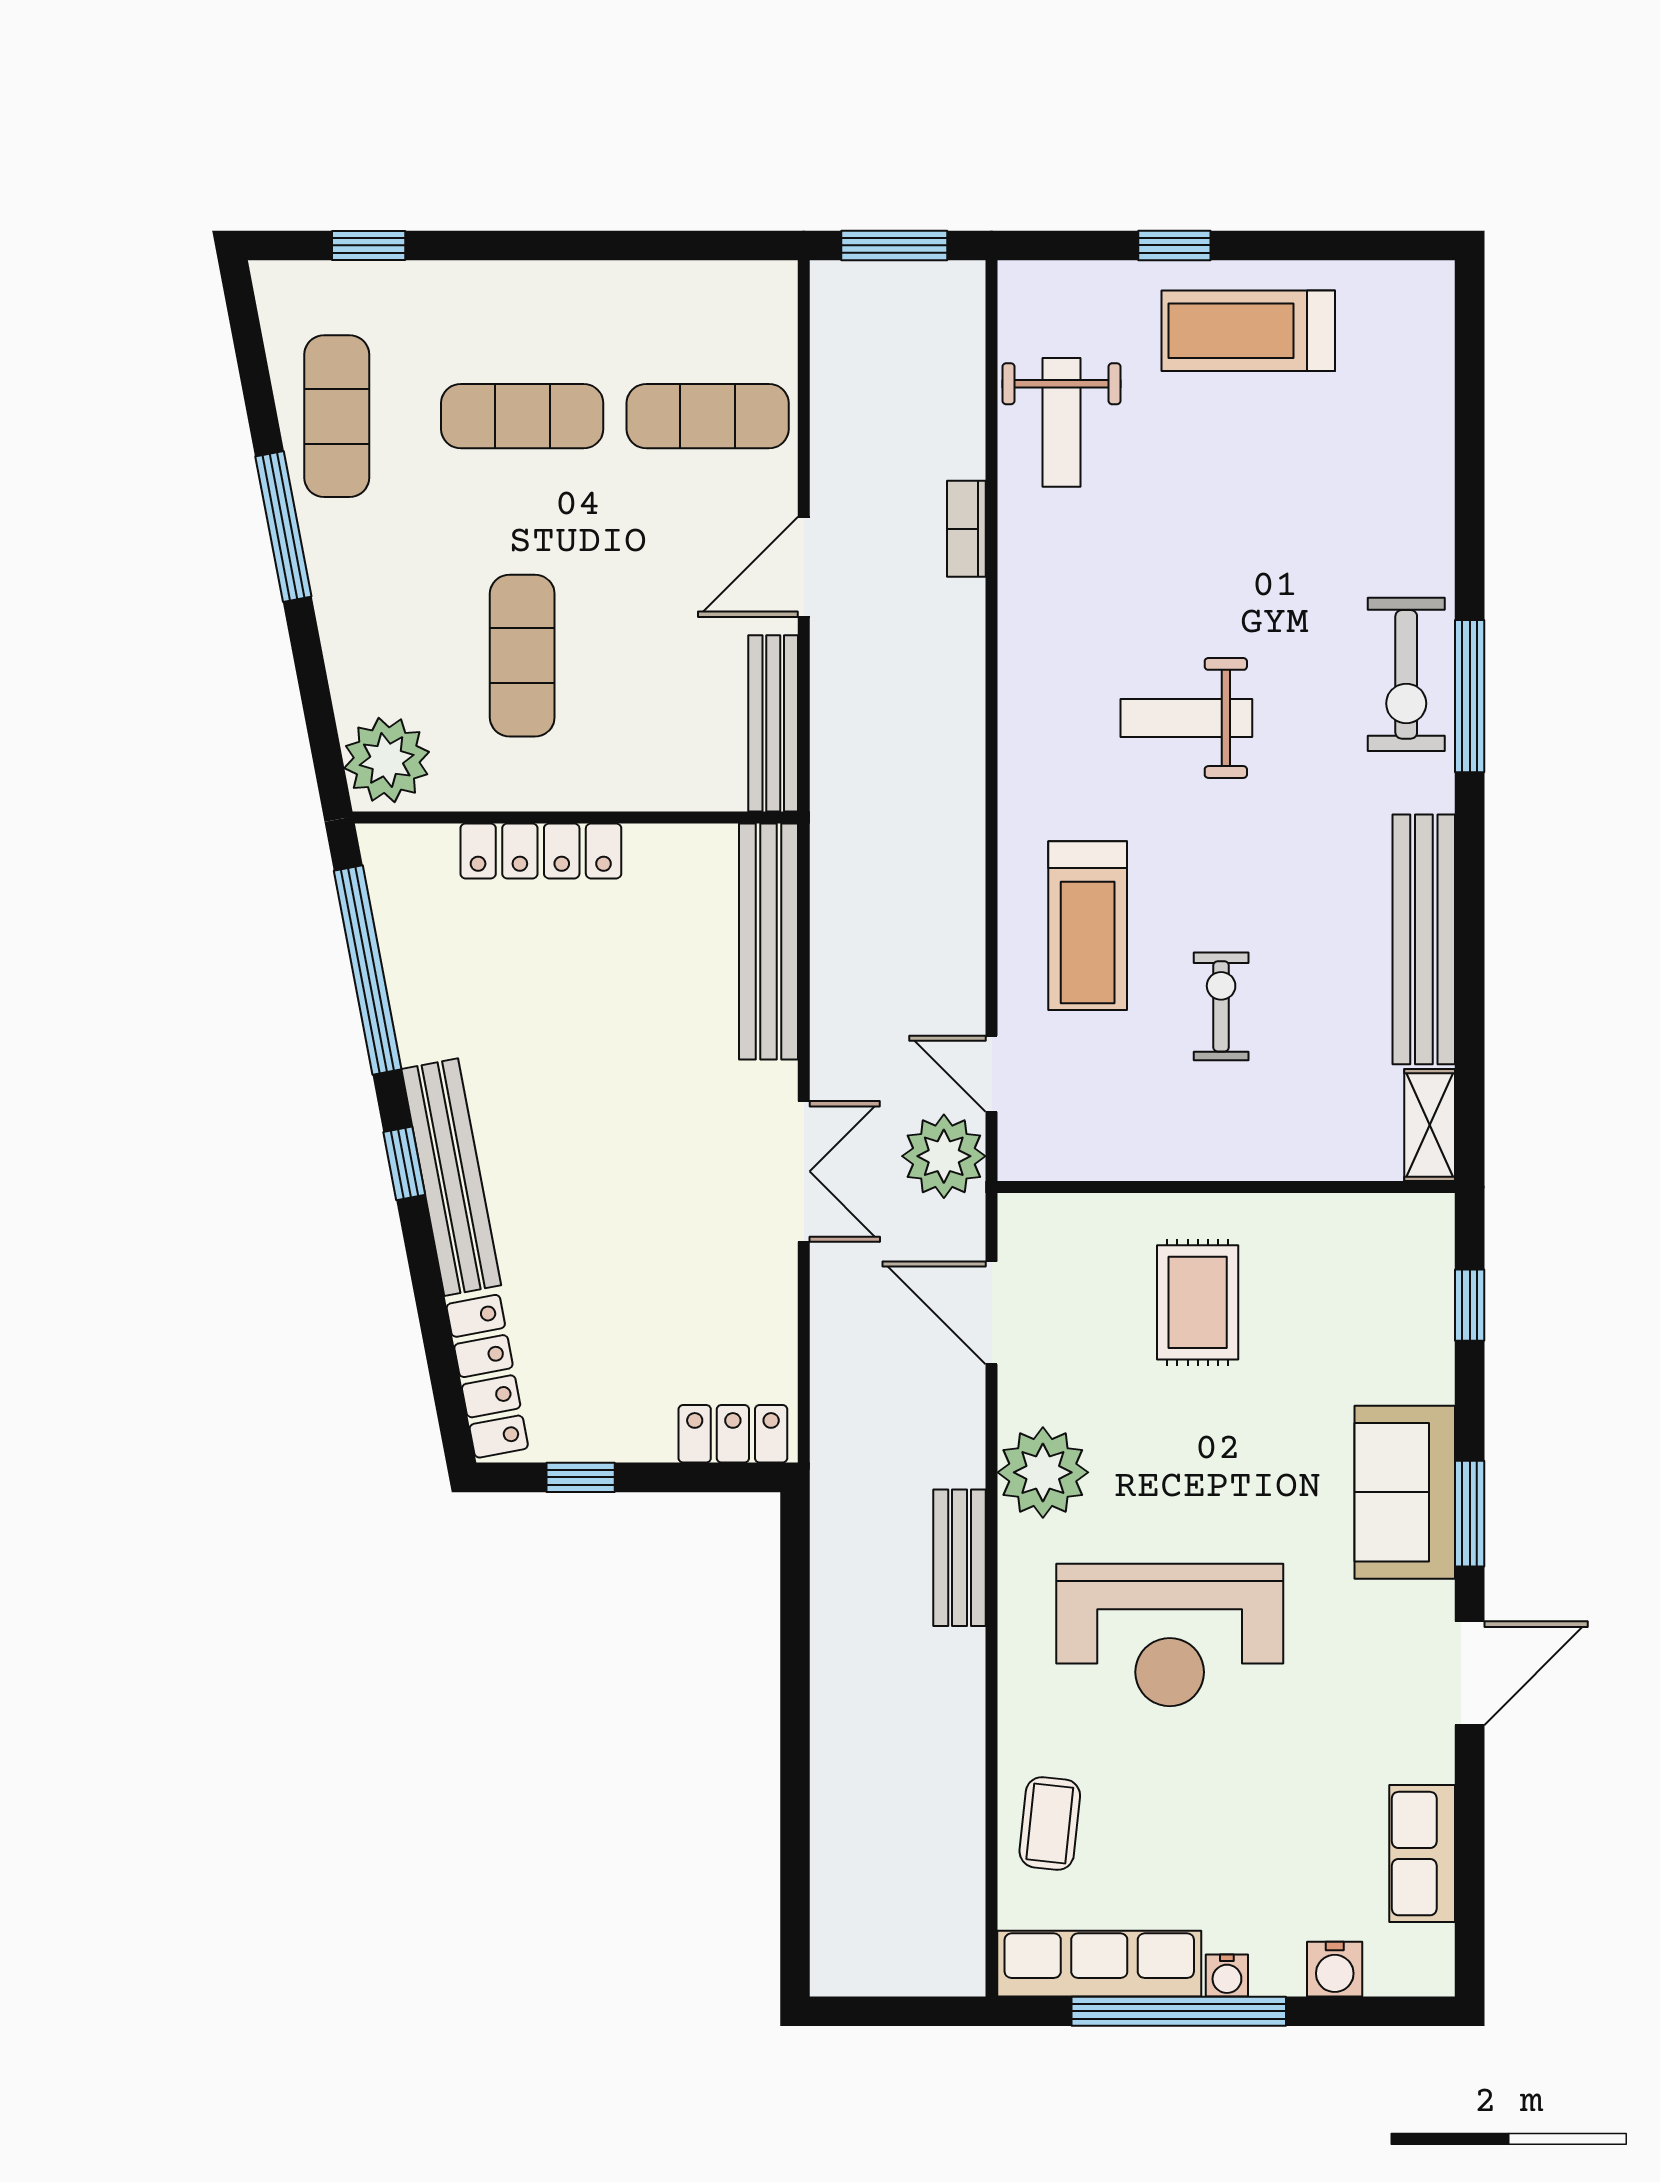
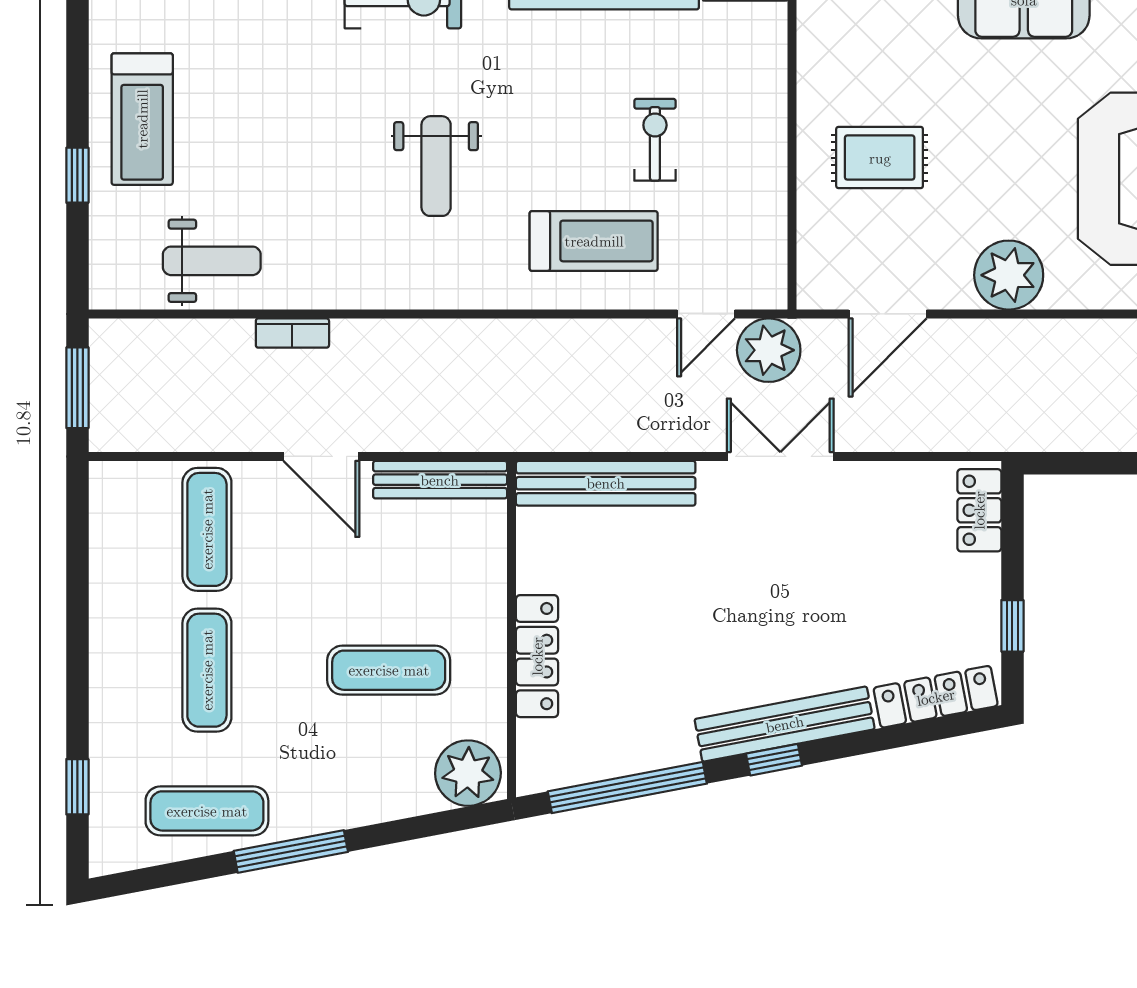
exercise bike: (1221, 1006) -> (655, 140), turned 90
bench: (960, 1558) -> (1073, 338), removed

